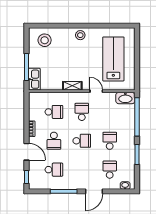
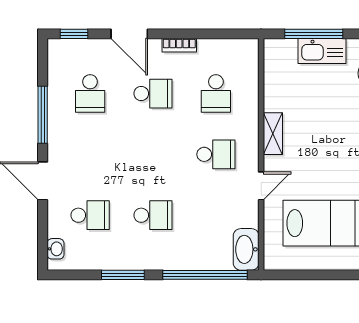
kitchen sink: (34, 79) -> (322, 51), moved
school desk: (54, 141) -> (153, 94), turned 180
school desk: (82, 141) -> (153, 154), removed
door: (27, 152) -> (129, 34), hinge flipped

